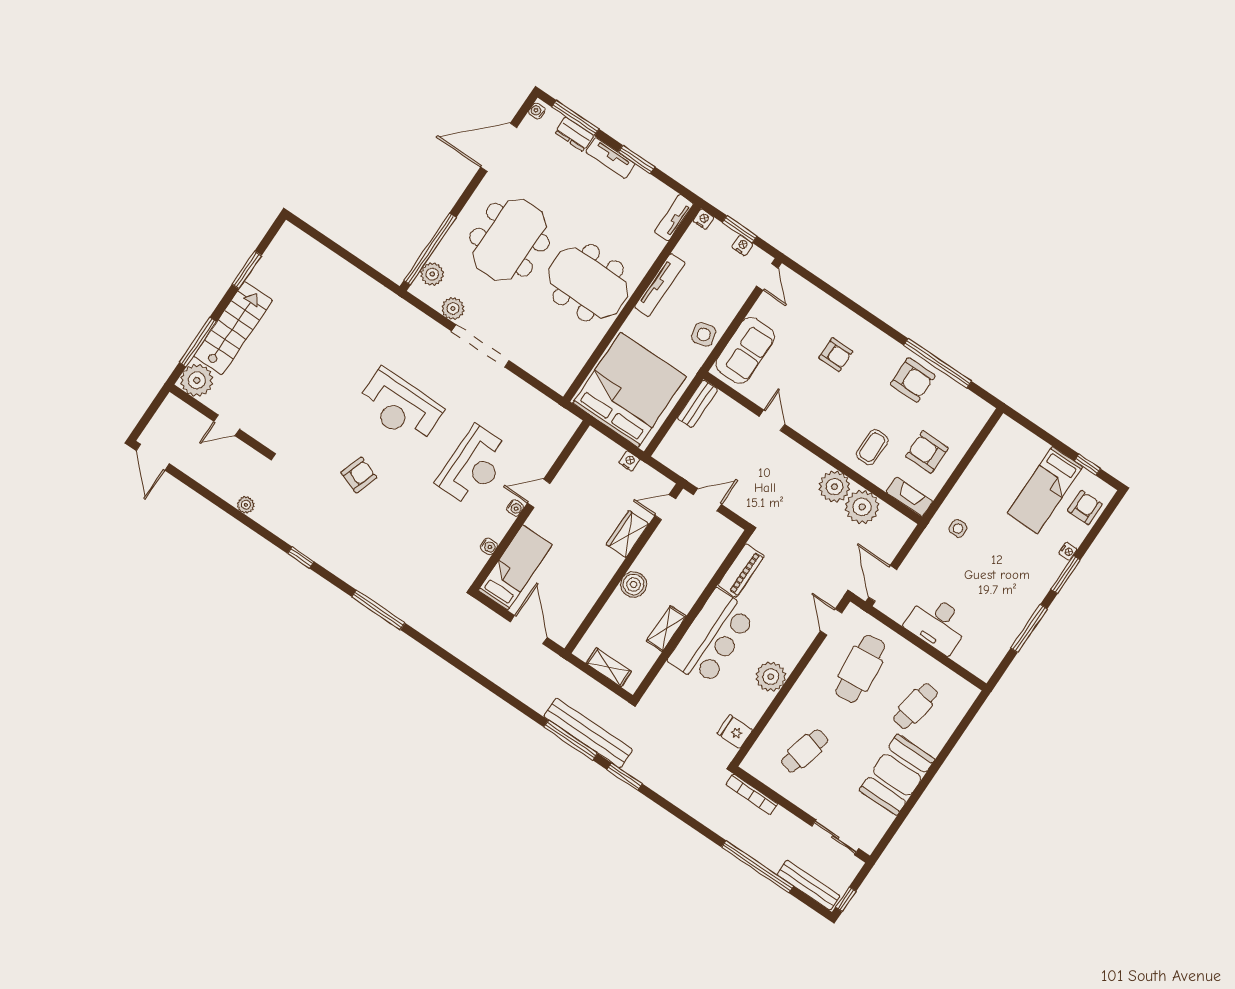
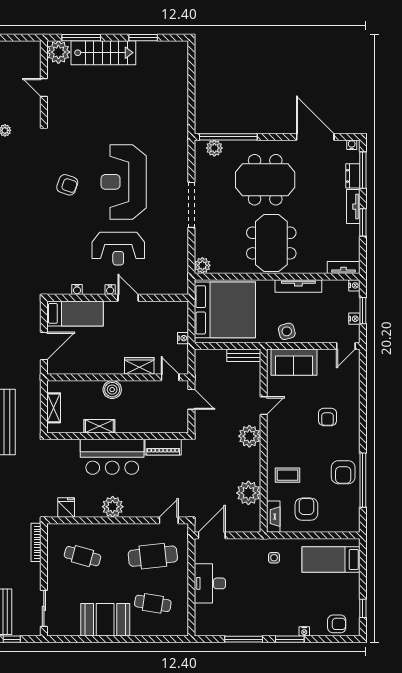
plant: (453, 309) -> (202, 265), moved
reception desk: (400, 407) -> (124, 182), width x1.36, depth x1.30
plant: (834, 487) -> (249, 436), moved
bed: (1045, 490) -> (331, 559), moved

